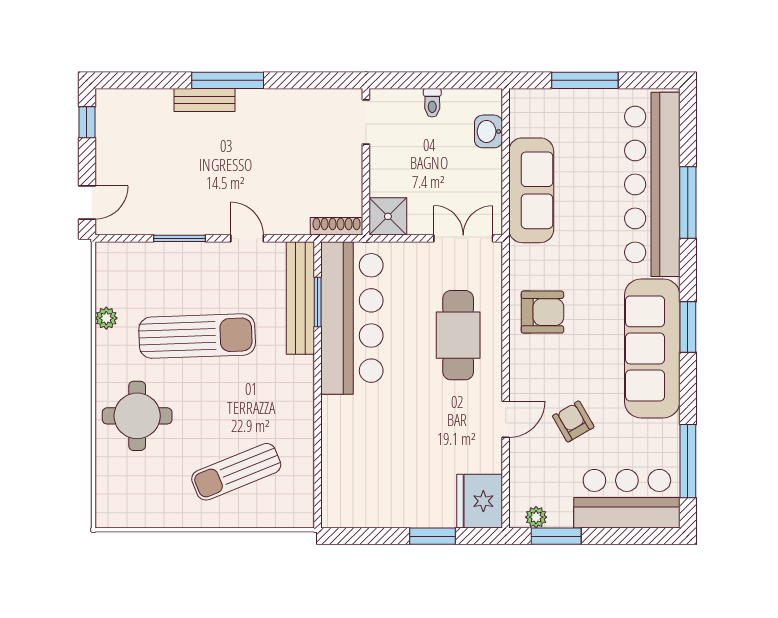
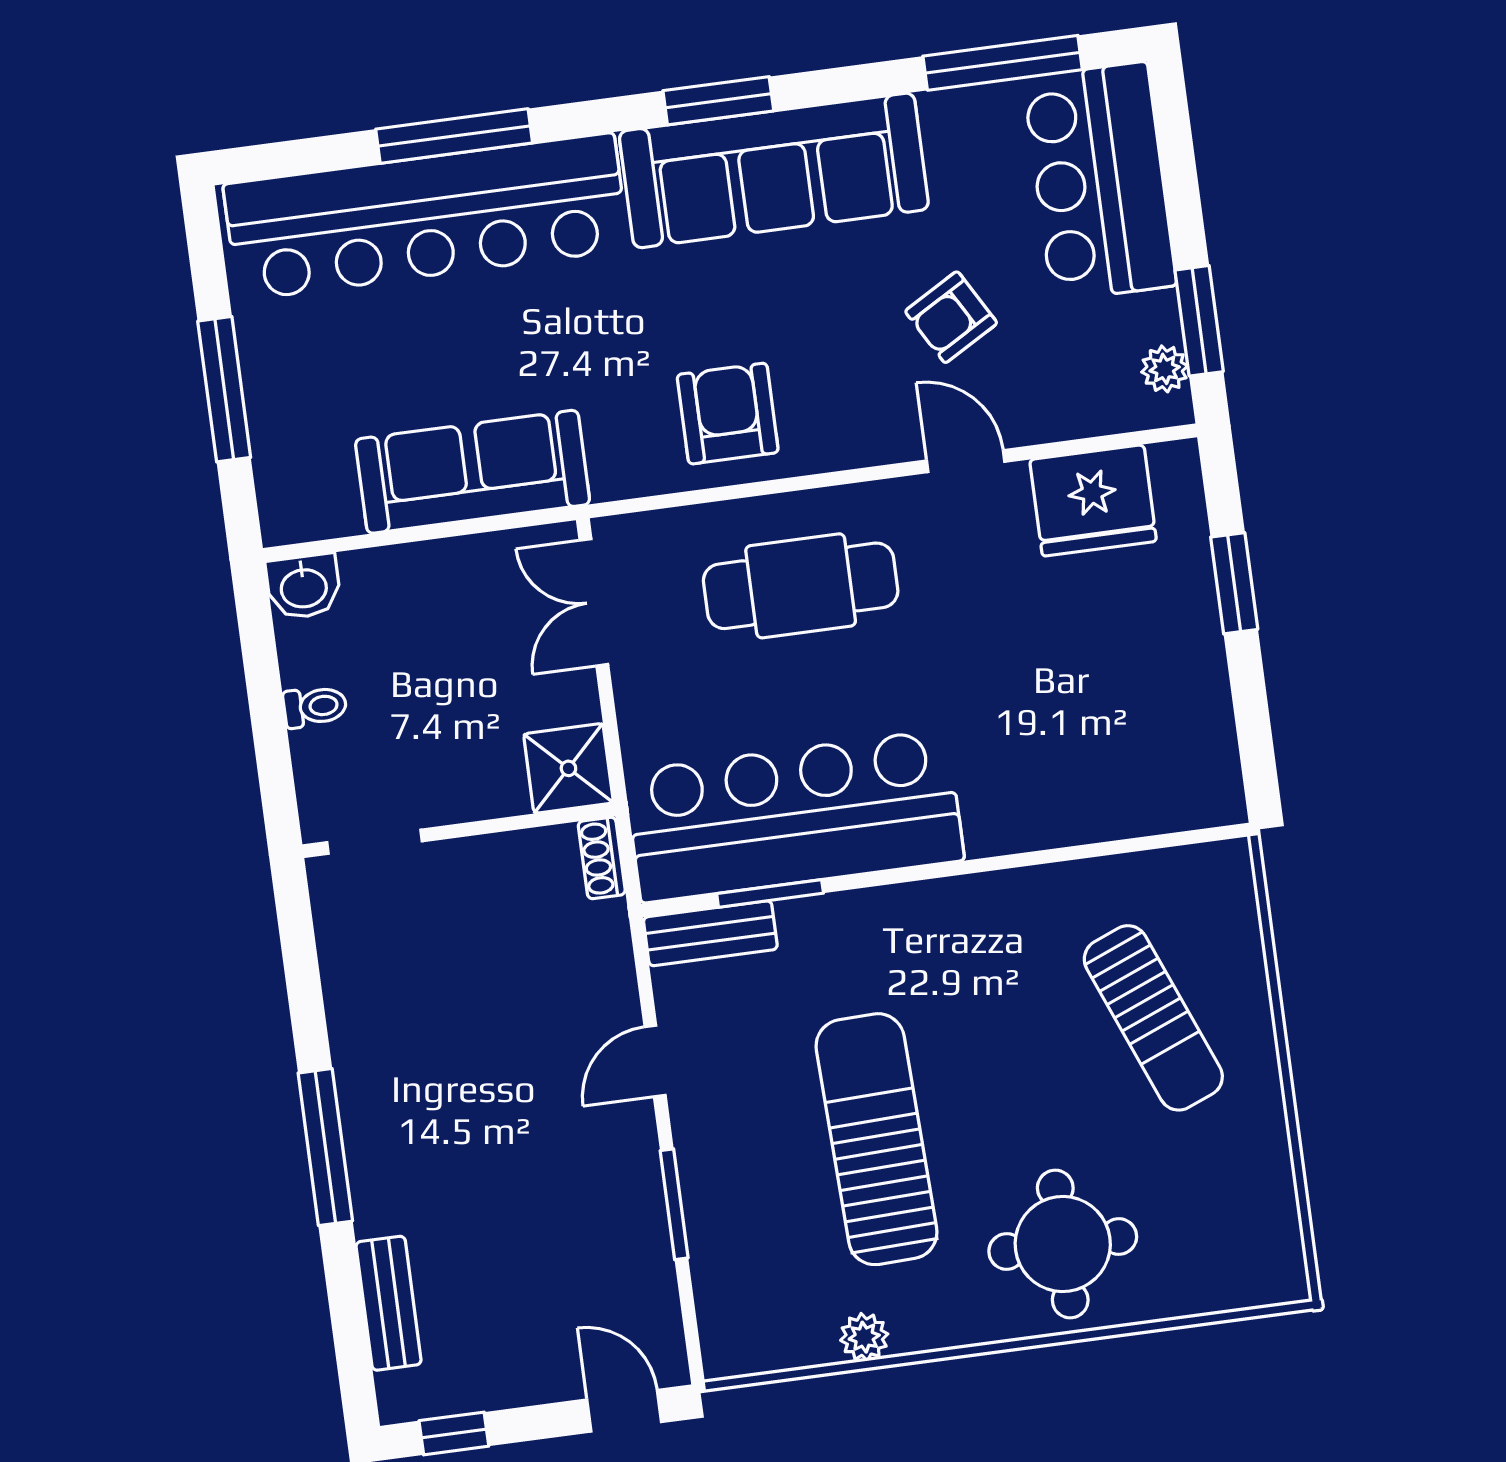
bench: (204, 100) -> (389, 1303), moved
washbasin: (488, 131) -> (304, 587), moved
shoe rack: (337, 226) -> (602, 858), width x0.70
bench: (300, 298) -> (710, 933), width x0.54, depth x0.82
fridge: (480, 501) -> (1093, 500), moved

